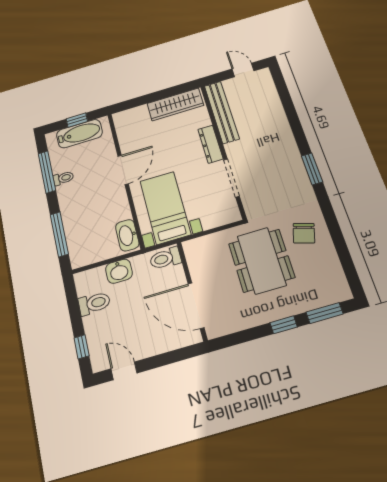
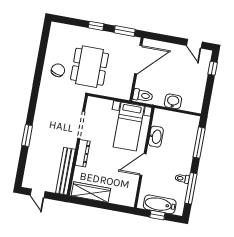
window: (312, 169) -> (27, 135), moved
washbasin: (127, 235) -> (156, 137), moved
toilet: (94, 303) -> (195, 90), removed
door: (196, 306) -> (138, 60), hinge flipped
window: (325, 313) -> (125, 31), moved

